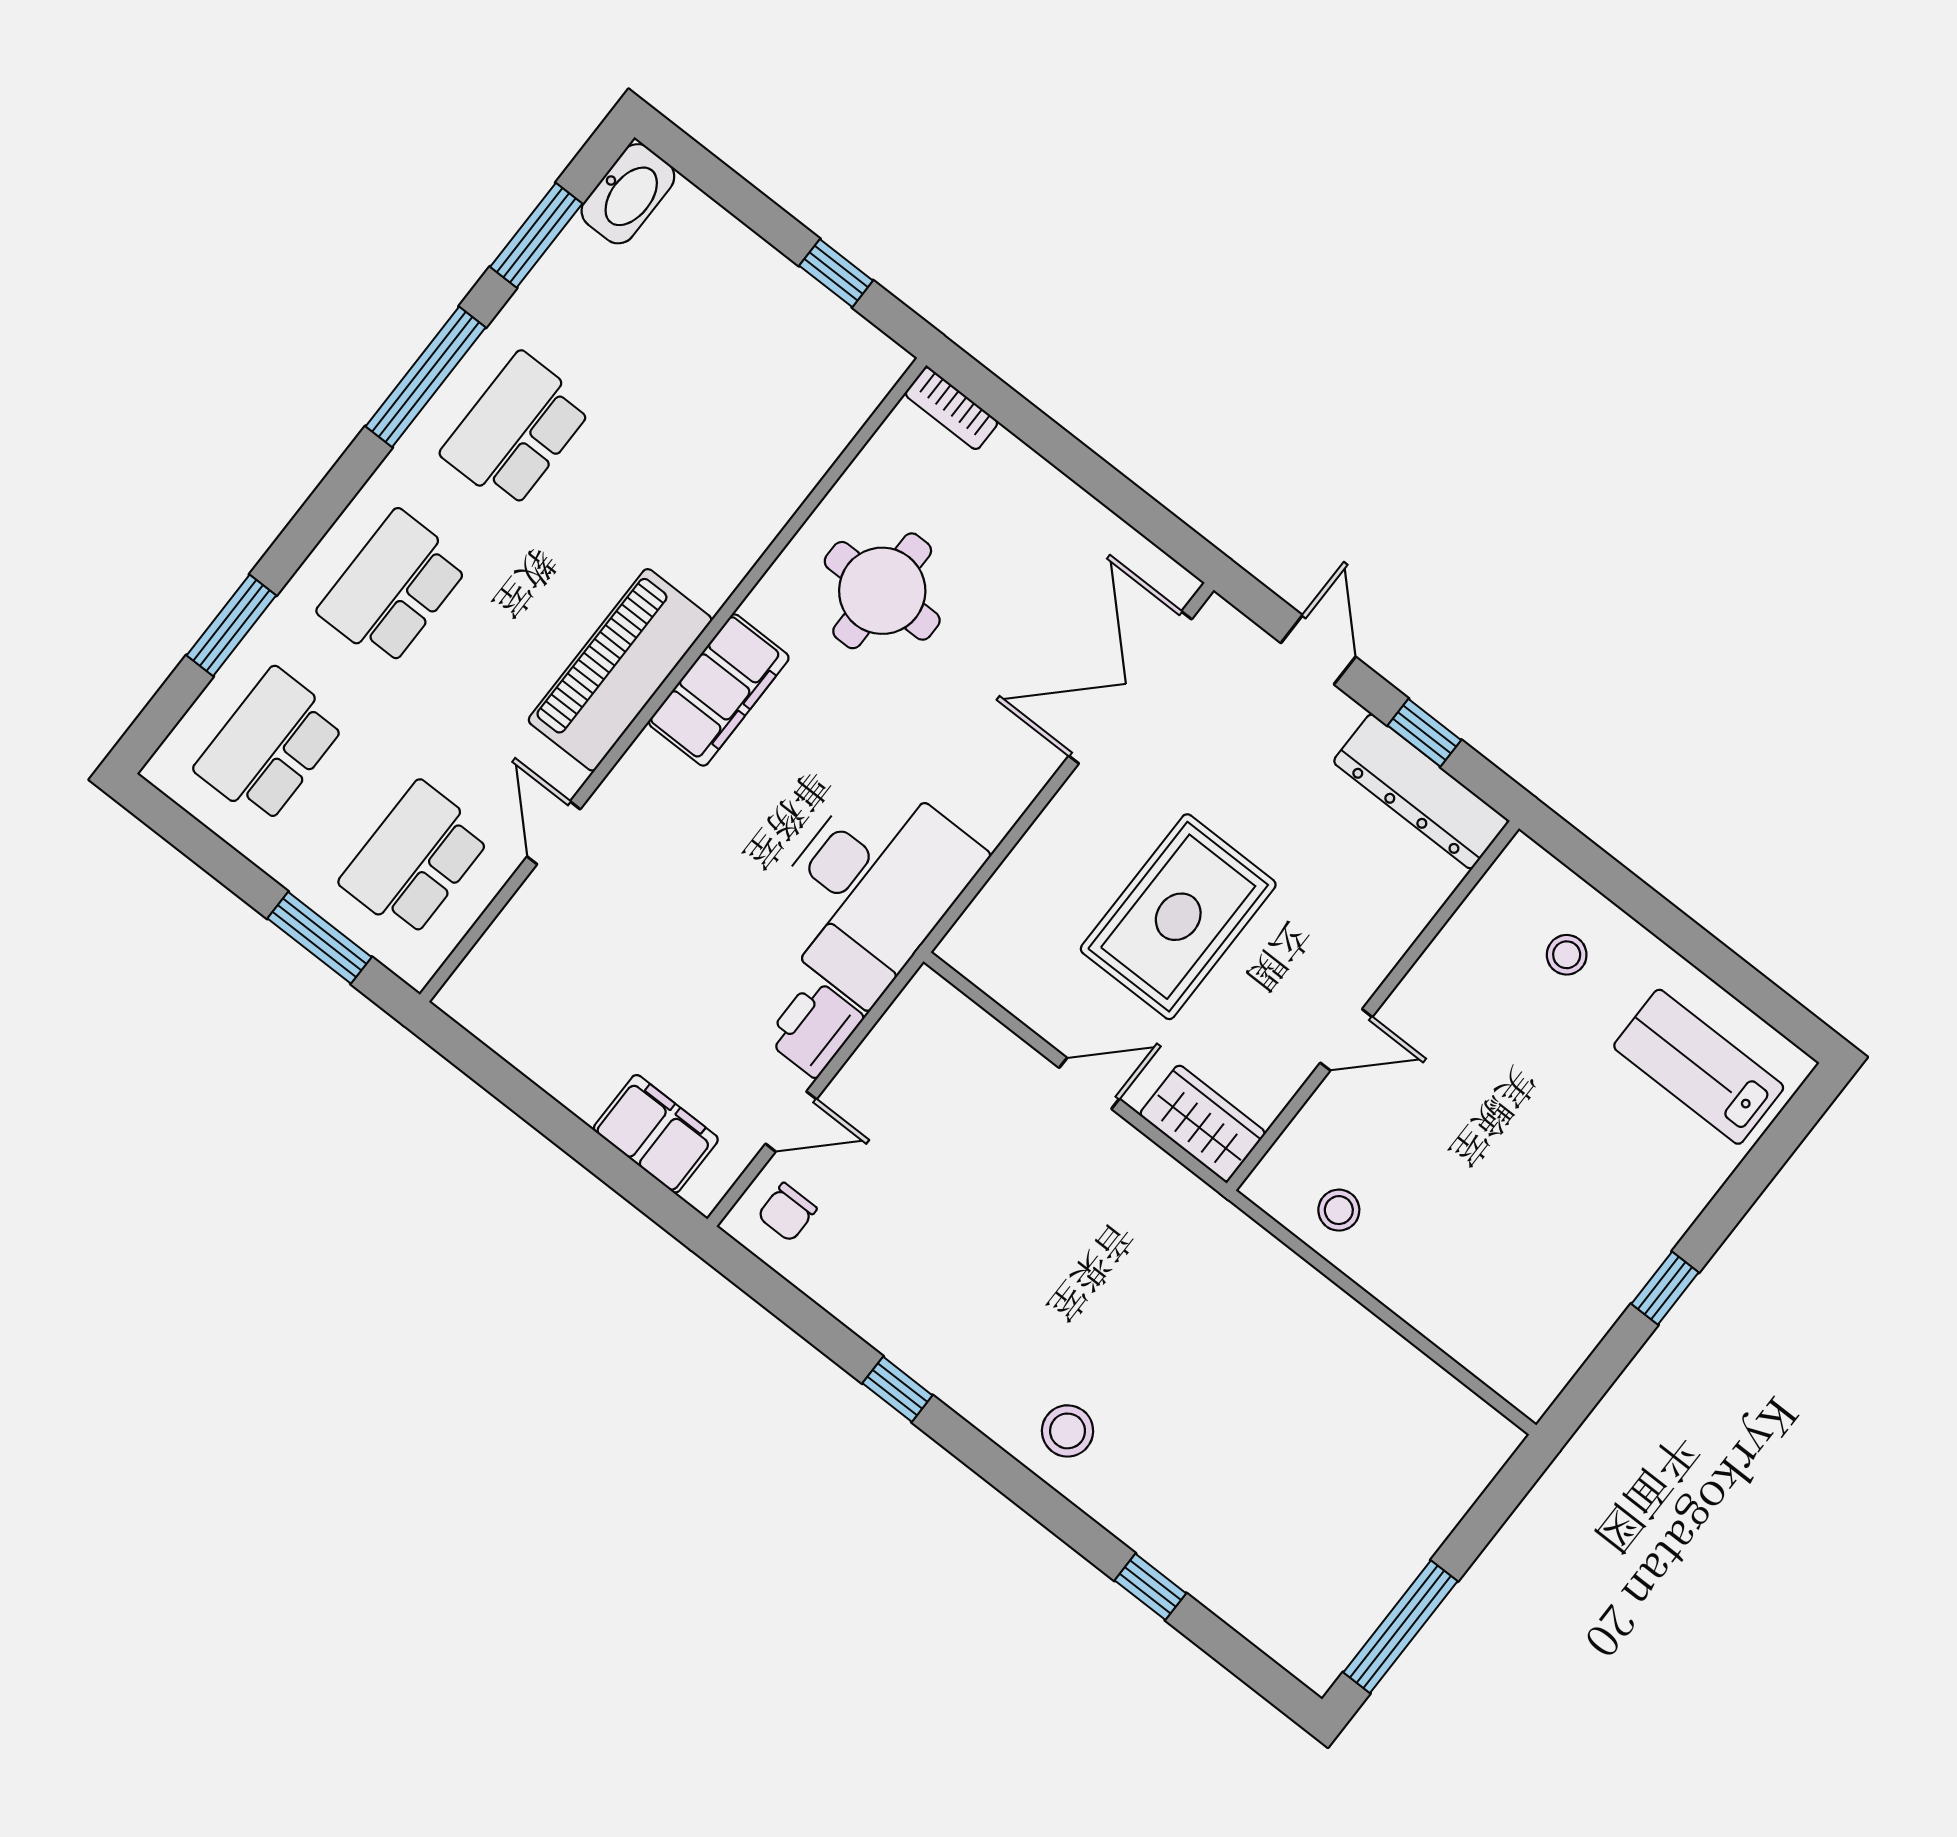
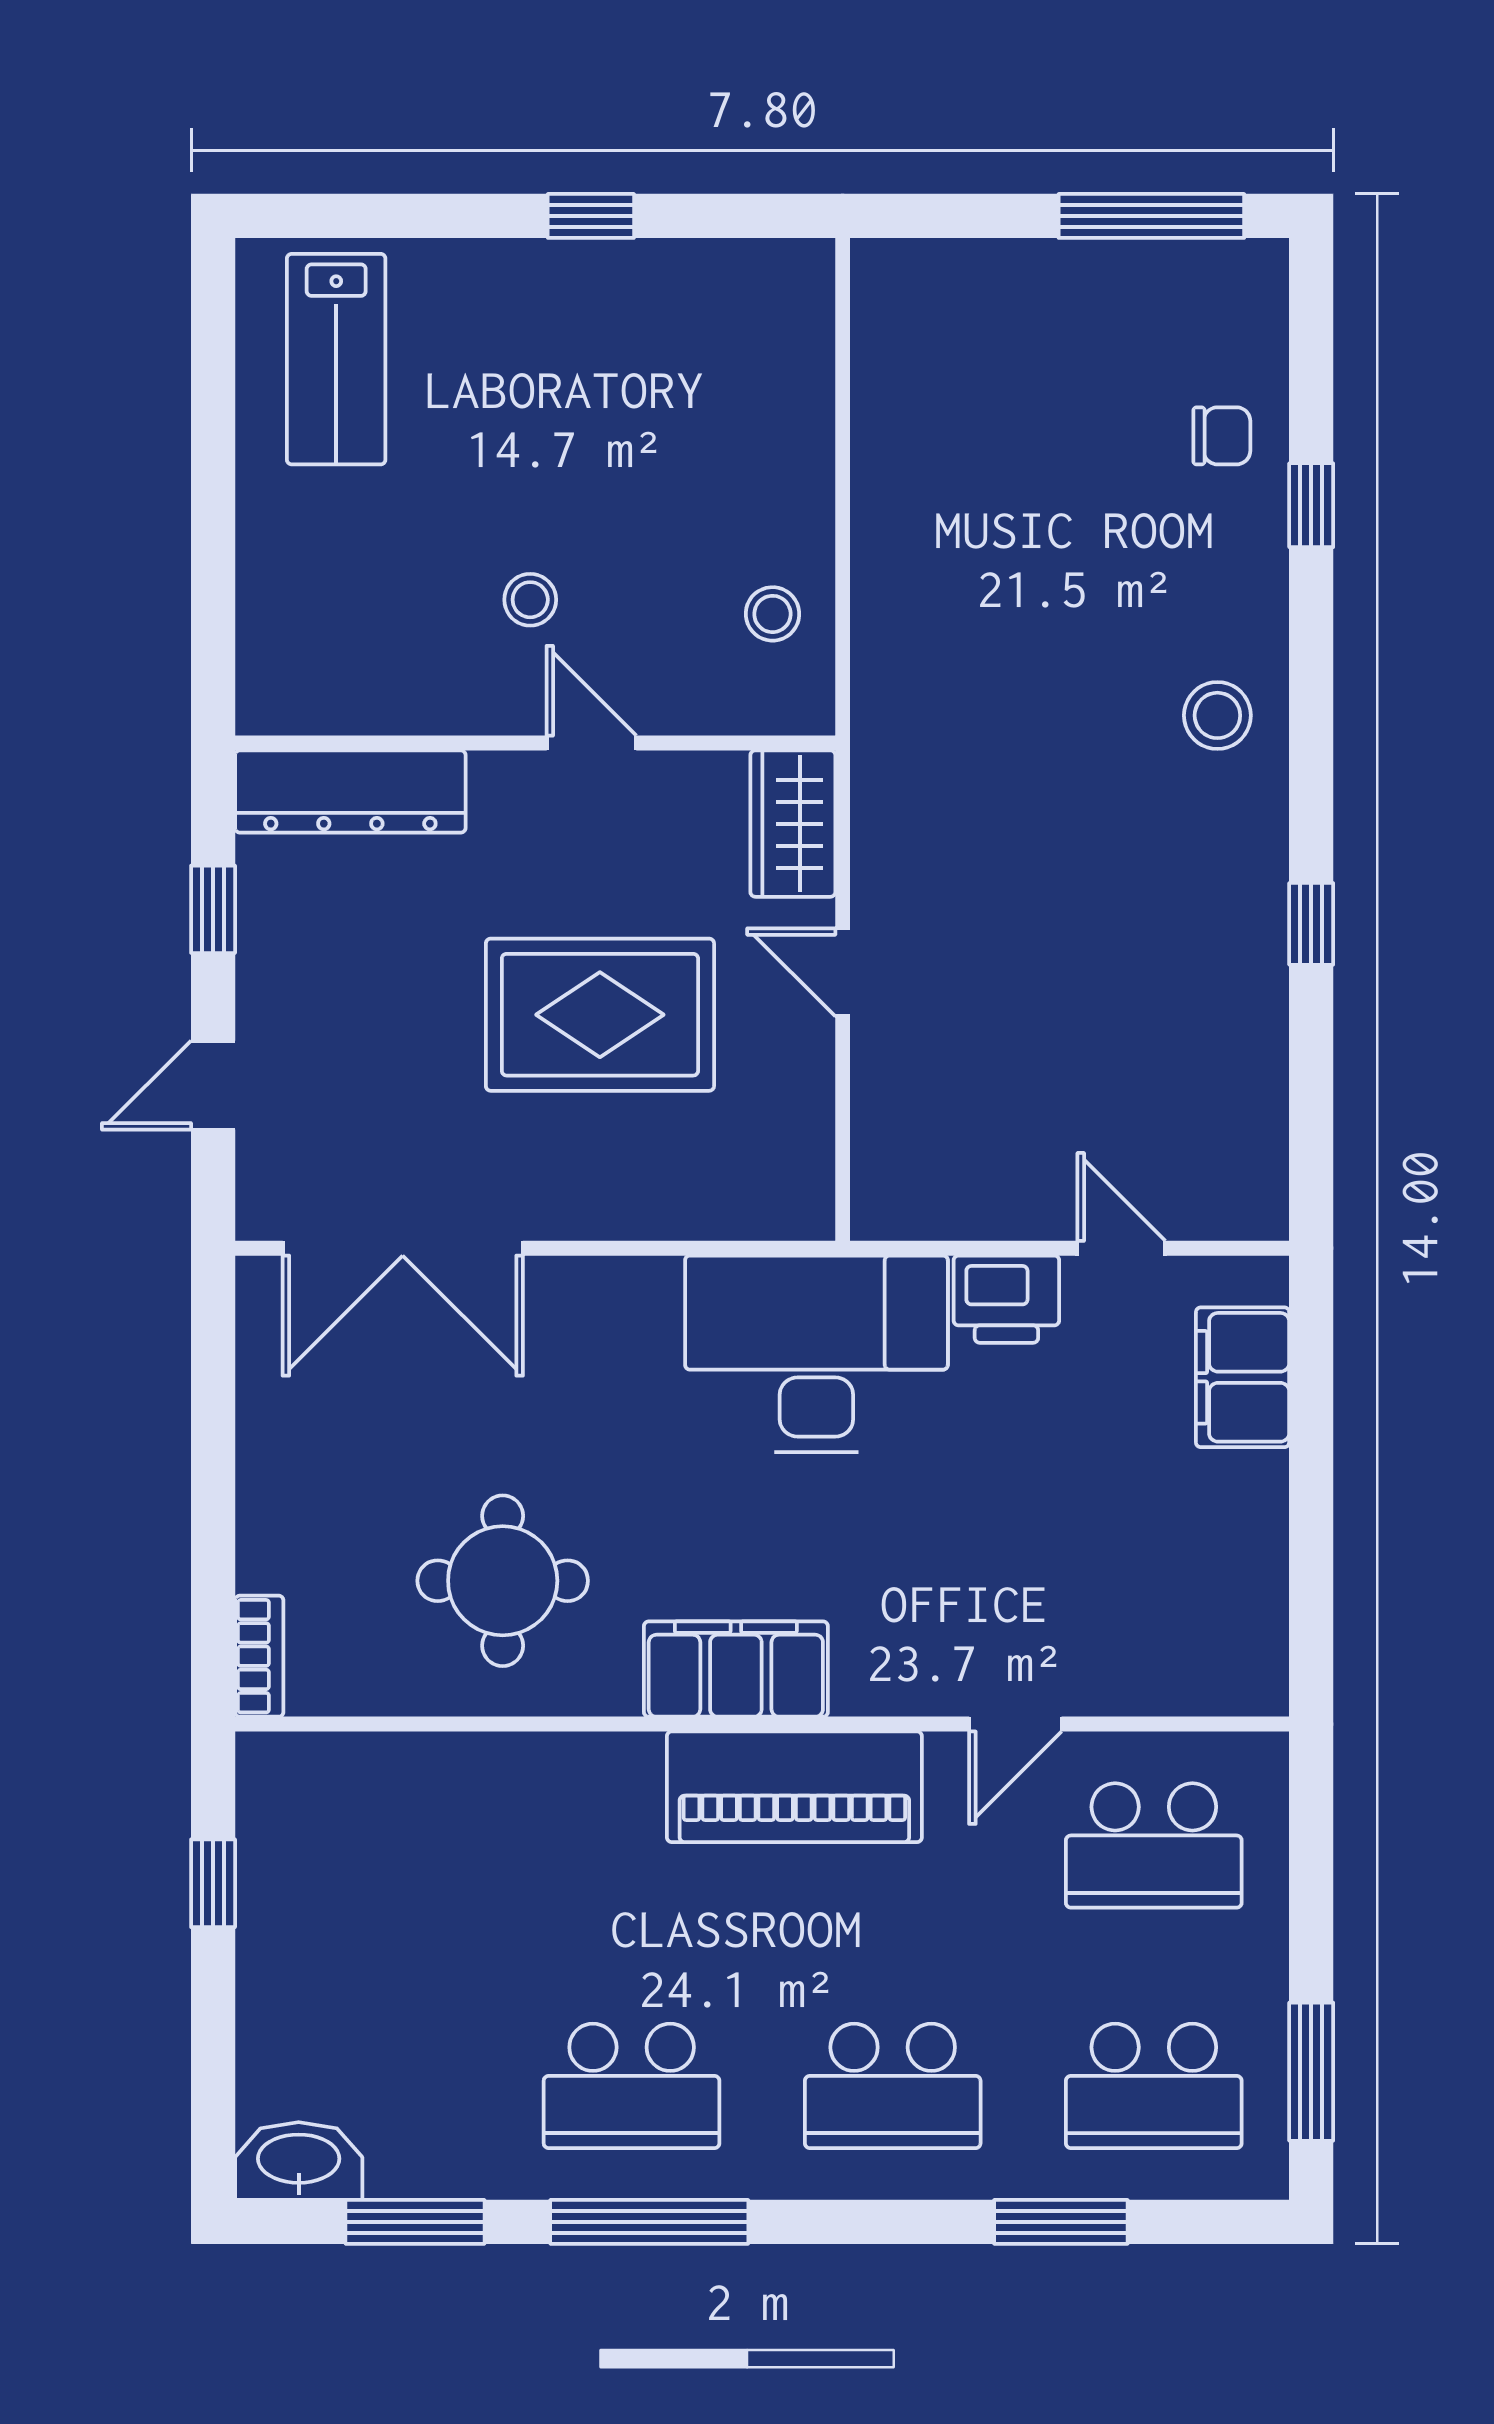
dresser: (1421, 791) -> (350, 792), moved, turned 90
window: (320, 938) -> (1311, 2072), moved
stool: (1567, 955) -> (530, 600), moved
chair: (787, 1212) -> (1222, 436), moved

